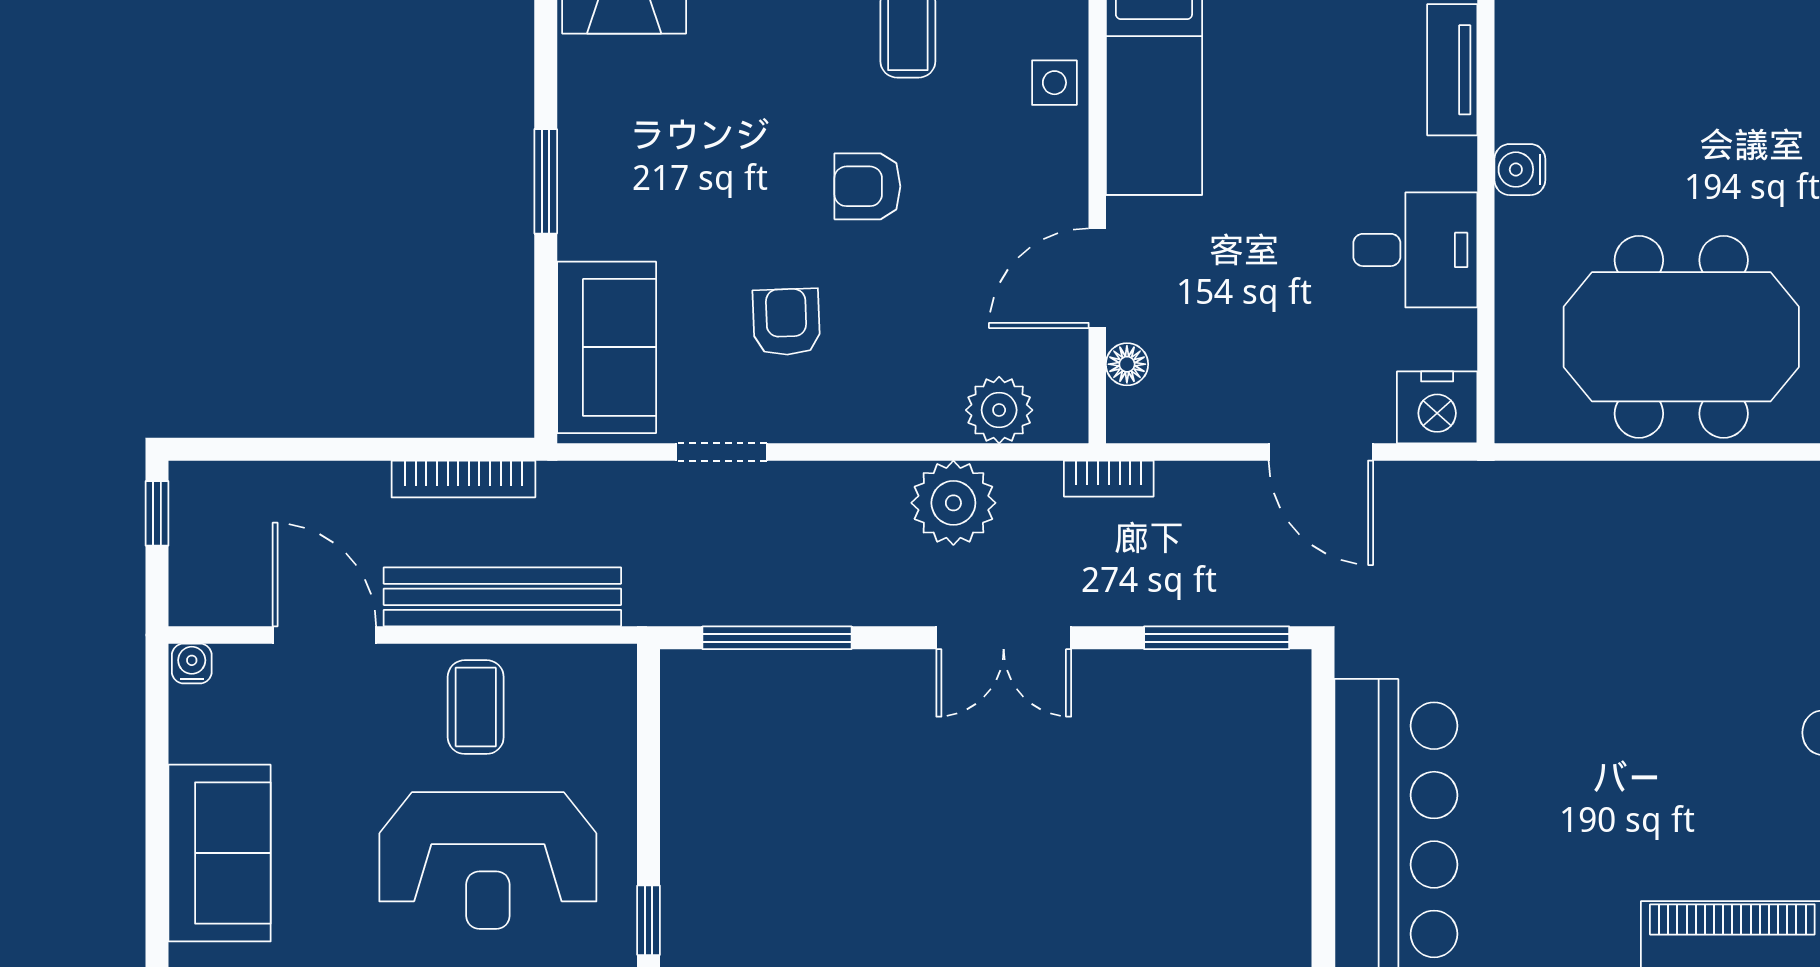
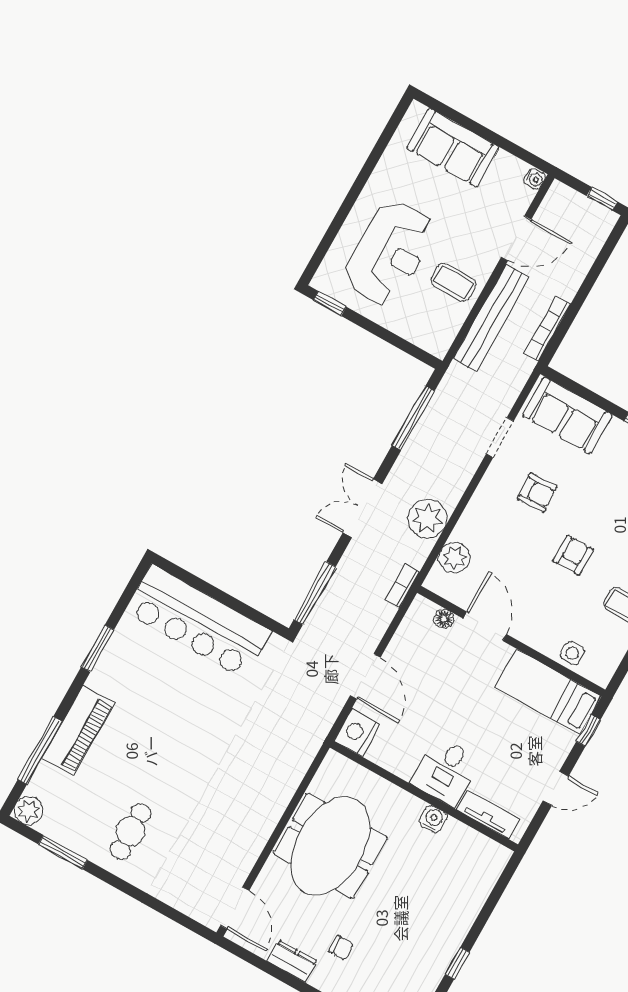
desk: (1415, 250) -> (446, 771), moved
door: (1321, 452) -> (365, 676), swing flipped
reception desk: (488, 860) -> (390, 253), turned 180

